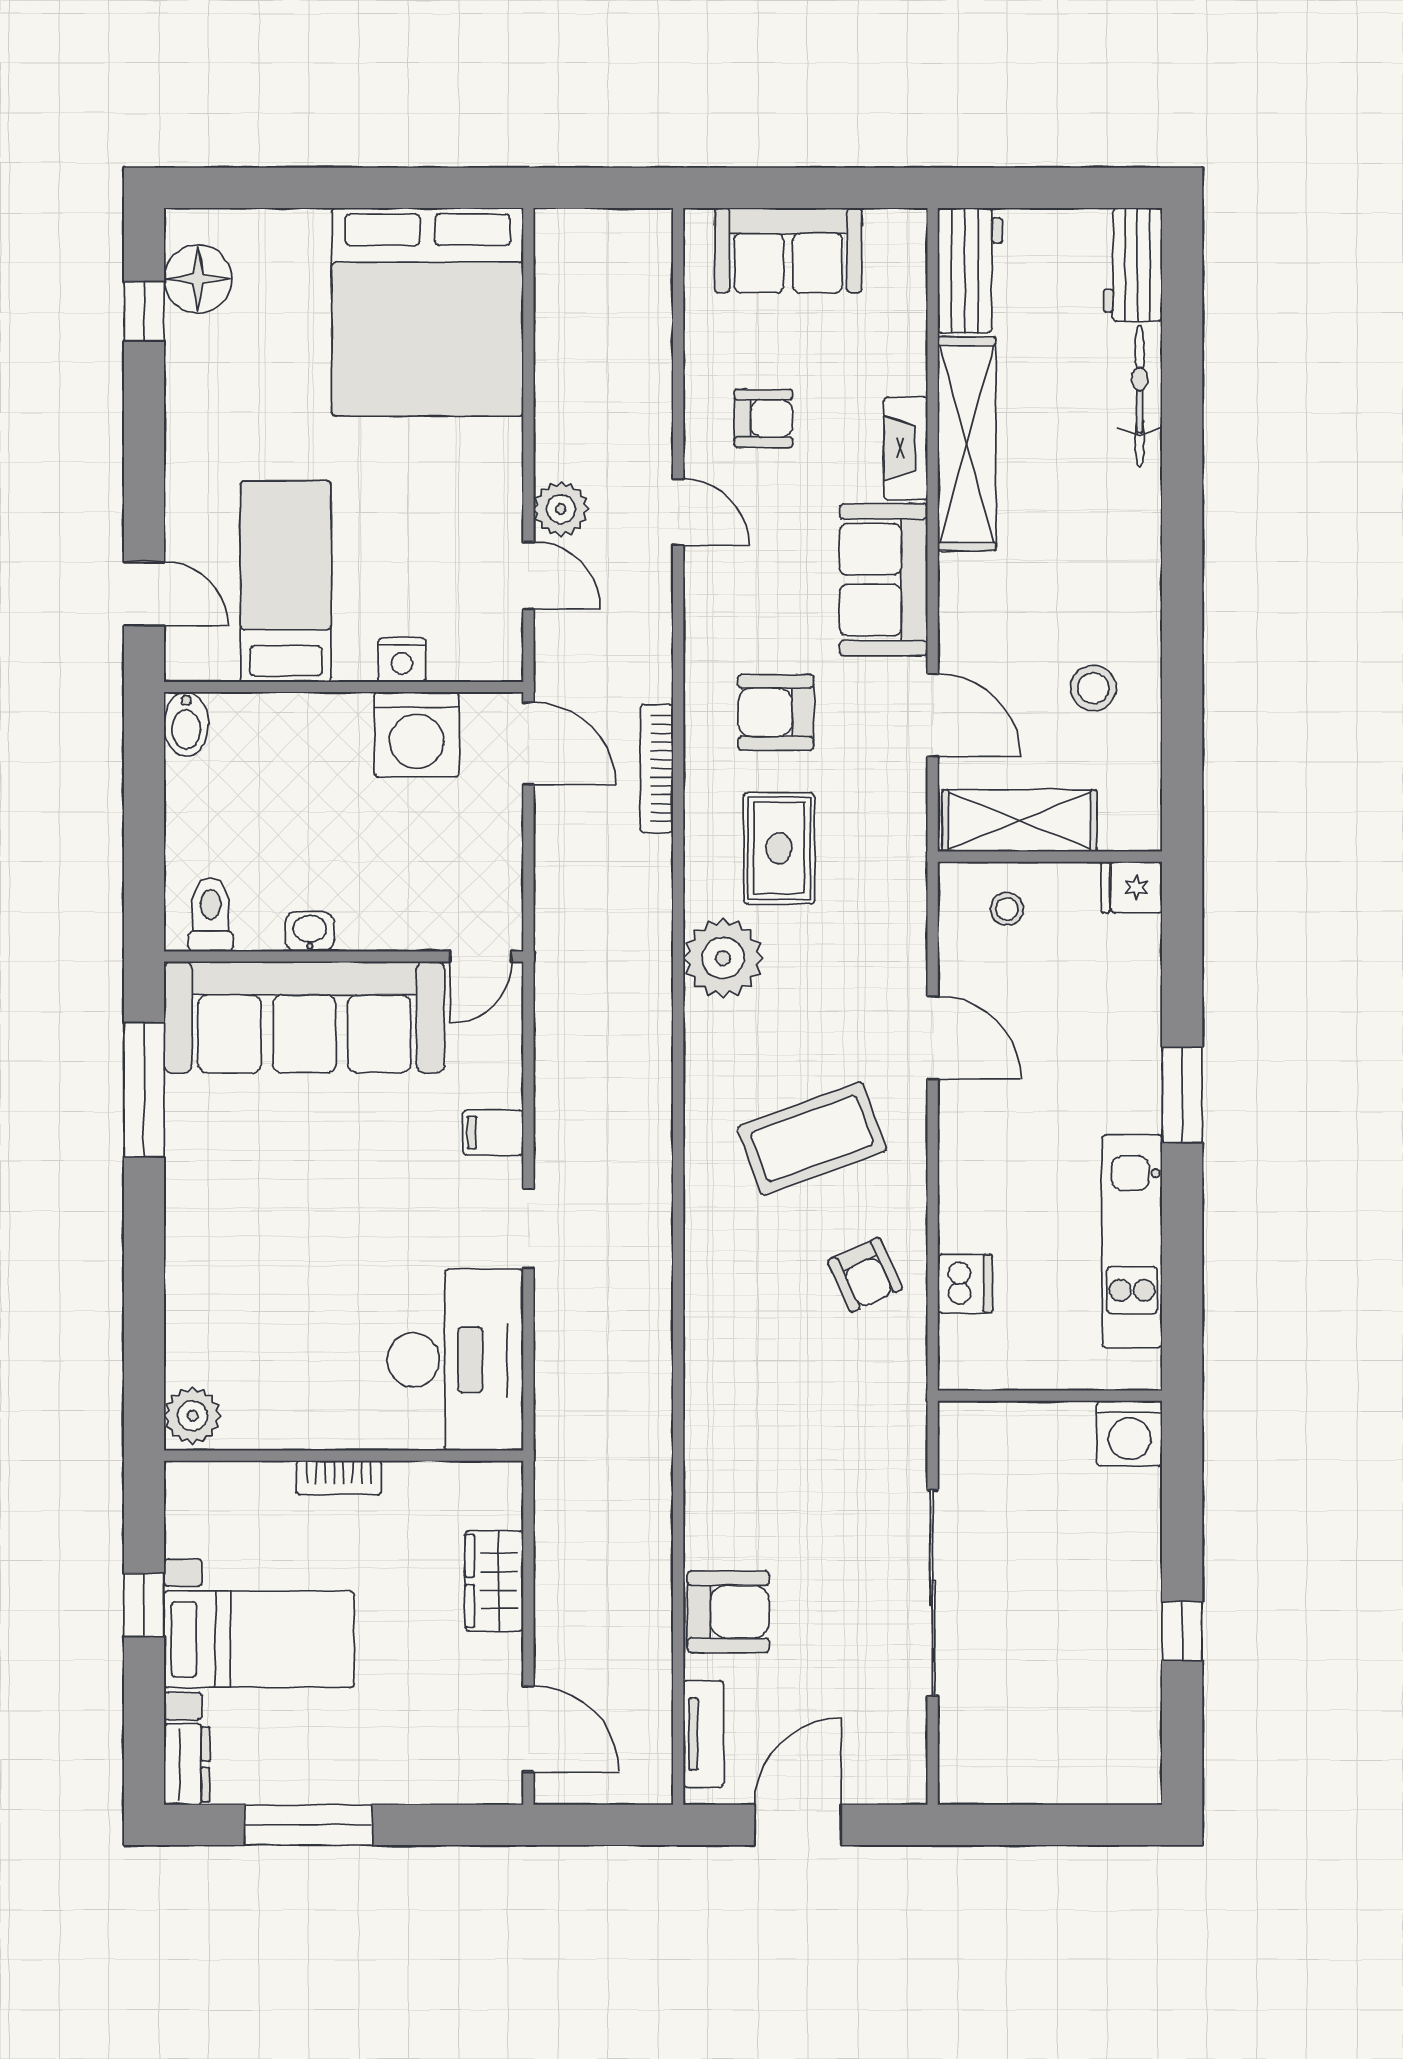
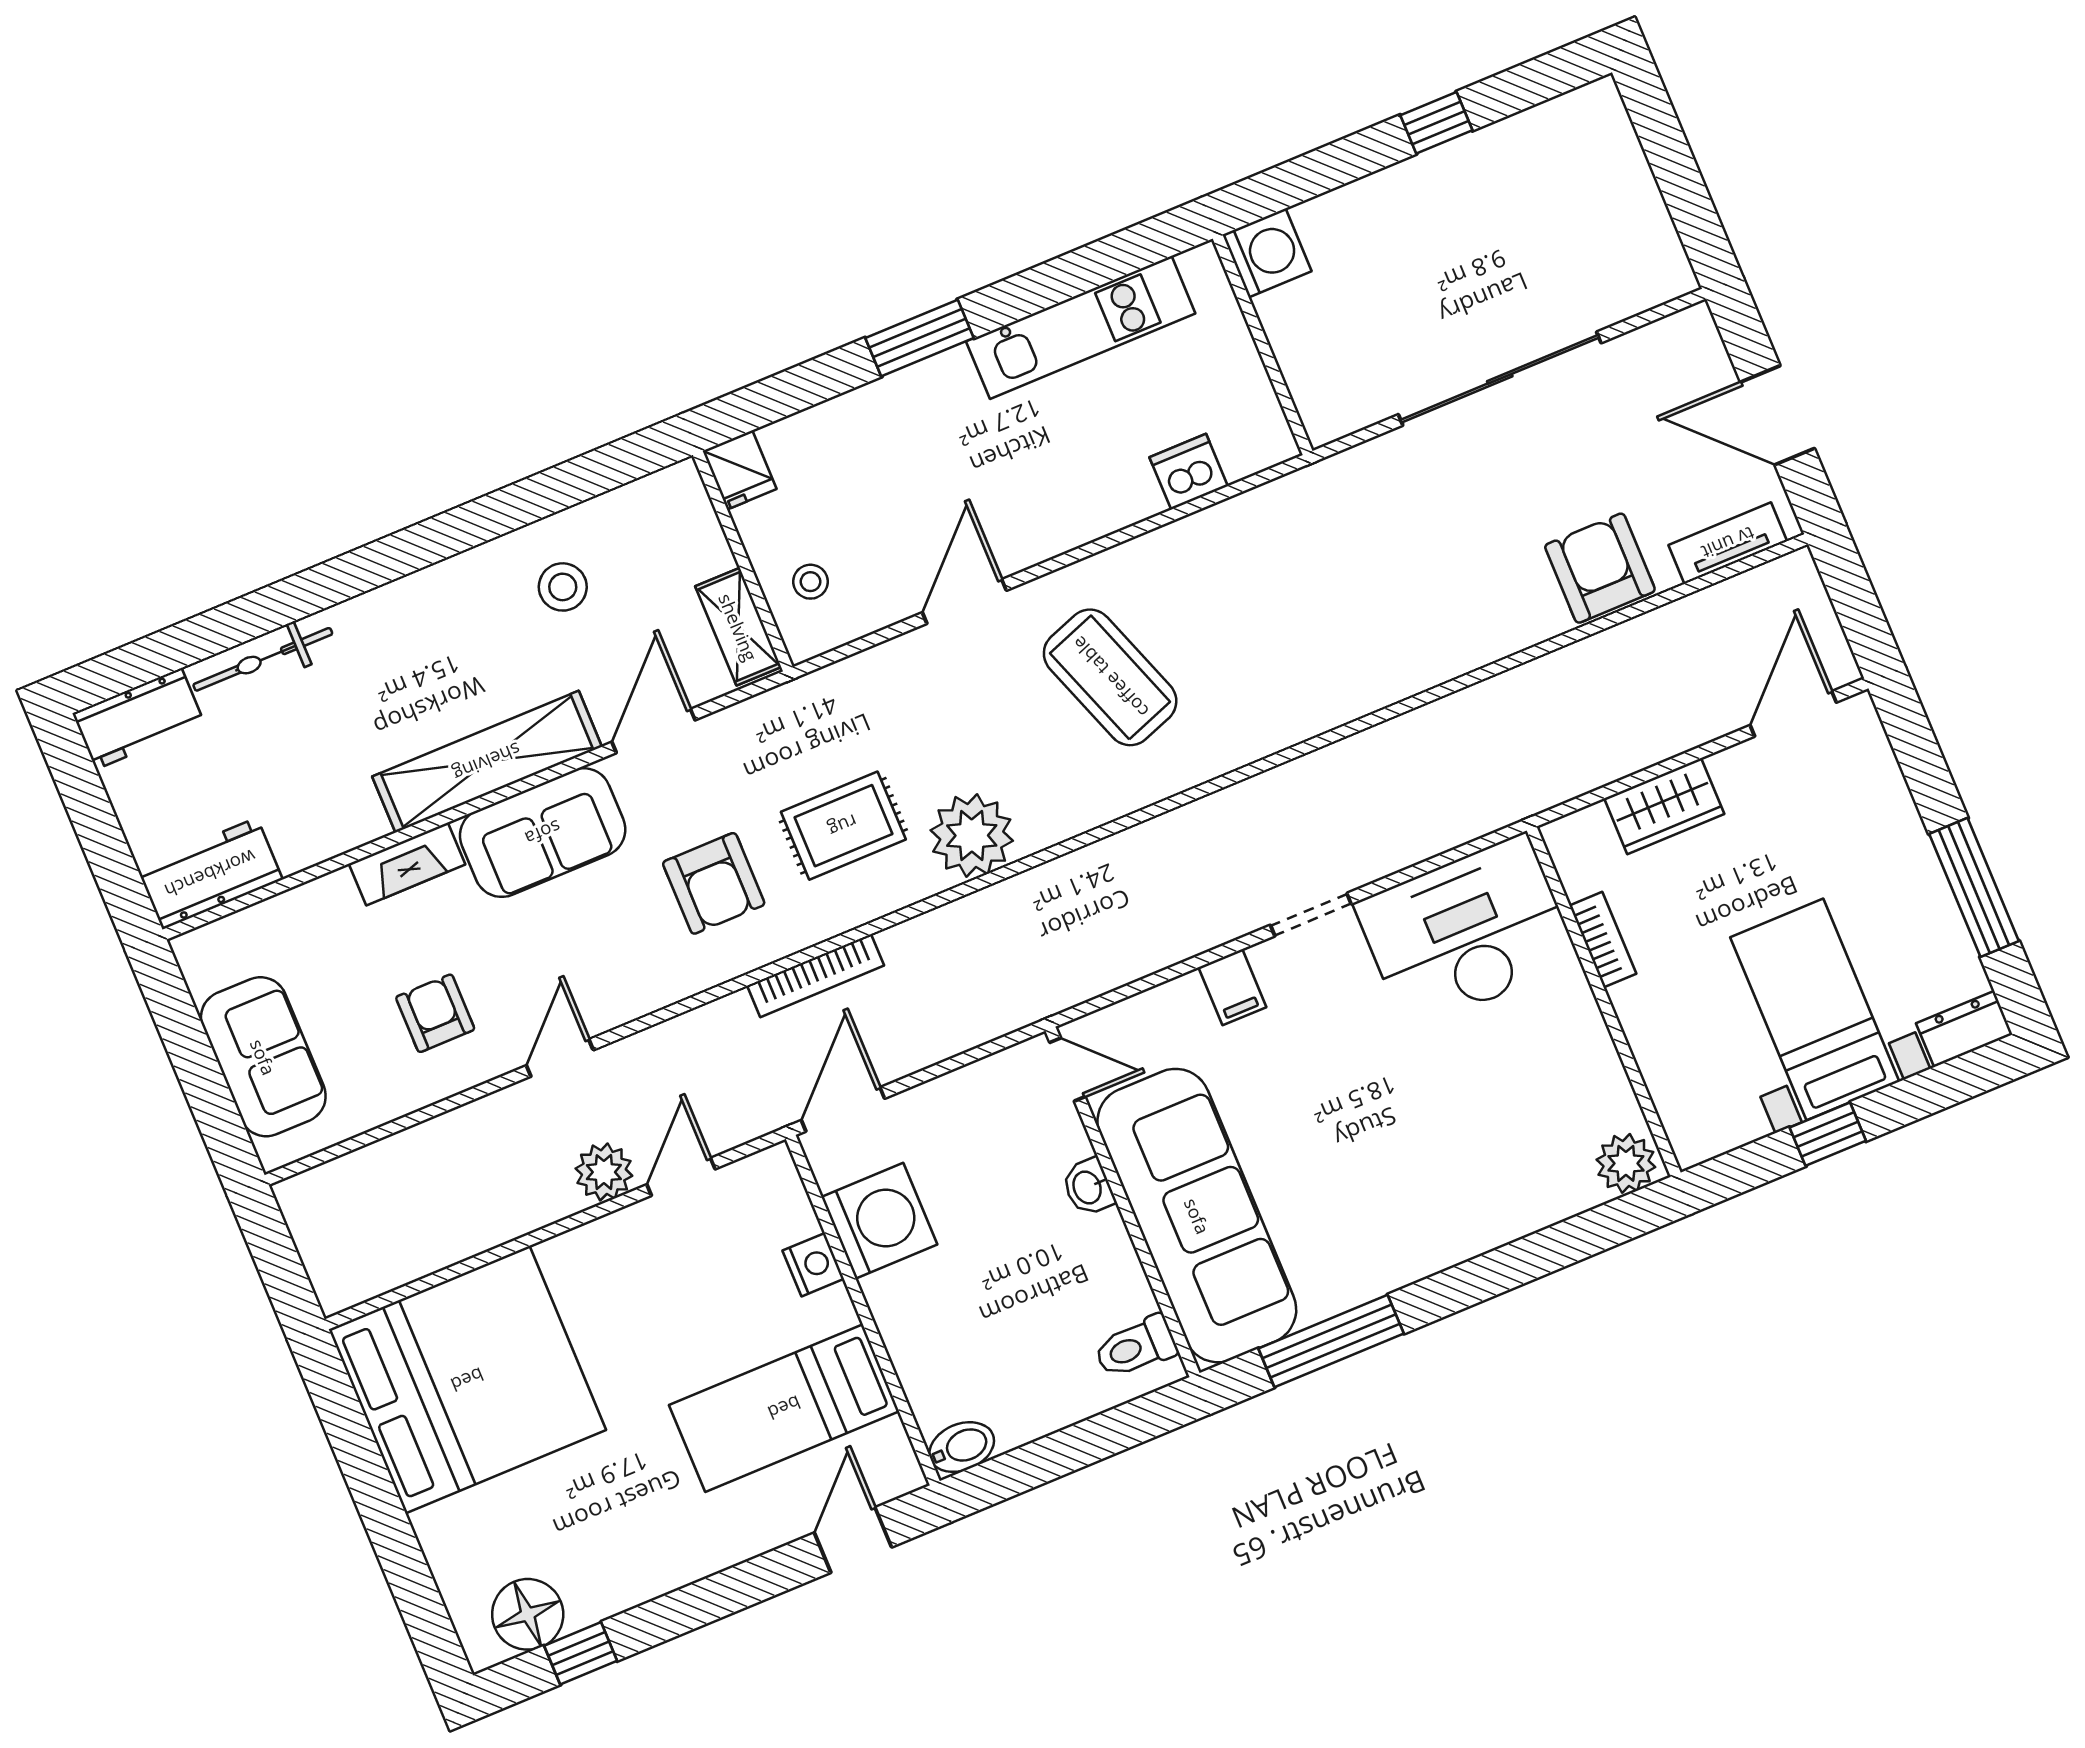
shelving: (967, 444) -> (487, 762), moved
shelving: (1019, 821) -> (738, 627), width x0.67, depth x0.75
washbasin: (310, 932) -> (1088, 1187), moved
armchair: (865, 1275) -> (1220, 572), removed
bookcase: (339, 1478) -> (1603, 940), moved

